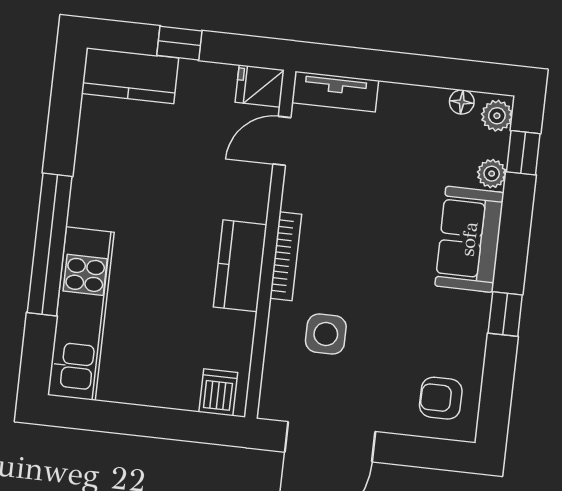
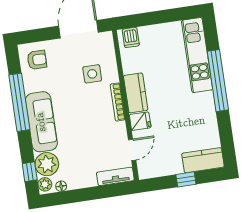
fridge: (260, 86) -> (140, 121), moved
plant: (492, 174) -> (47, 164), width x1.87, depth x1.87
sofa: (469, 239) -> (41, 122), width x1.36
window: (505, 314) -> (19, 102), width x3.17

